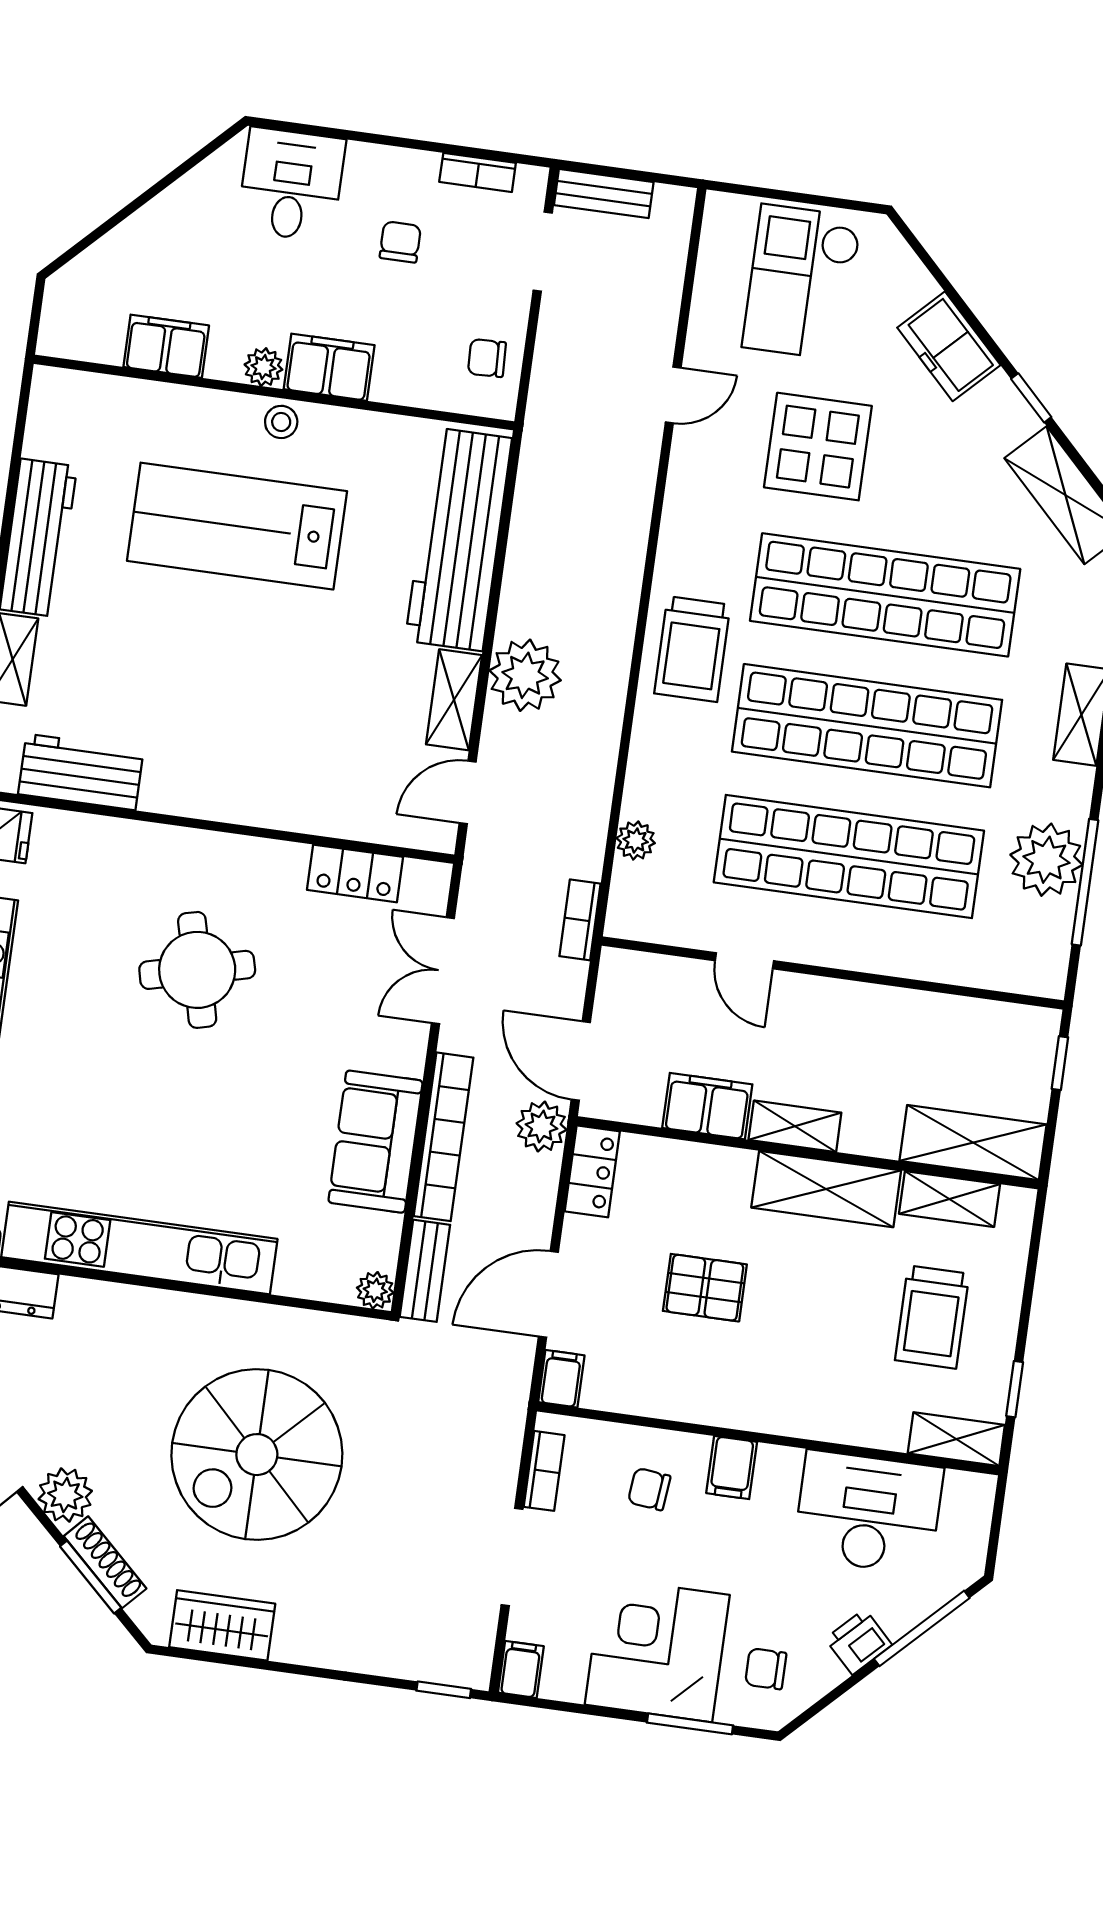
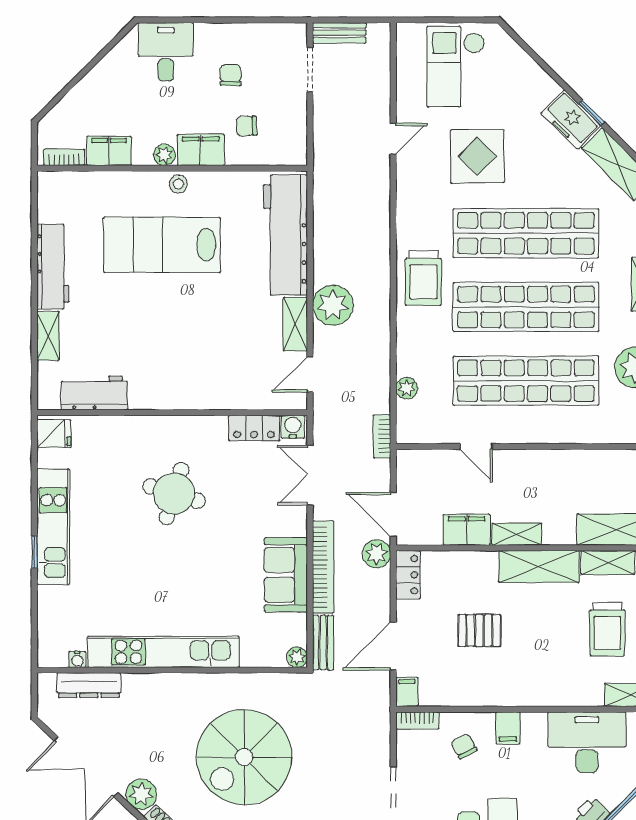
bookcase: (478, 172) -> (64, 157), moved, turned 180
freezer: (949, 346) -> (571, 119), moved
chair: (487, 358) -> (247, 126), moved
water cooler: (424, 881) -> (293, 427), added
round table: (197, 970) -> (174, 494), turned 31
bookcase: (544, 1471) -> (417, 720), moved, turned 90
chair: (649, 1489) -> (464, 746), turned 56

